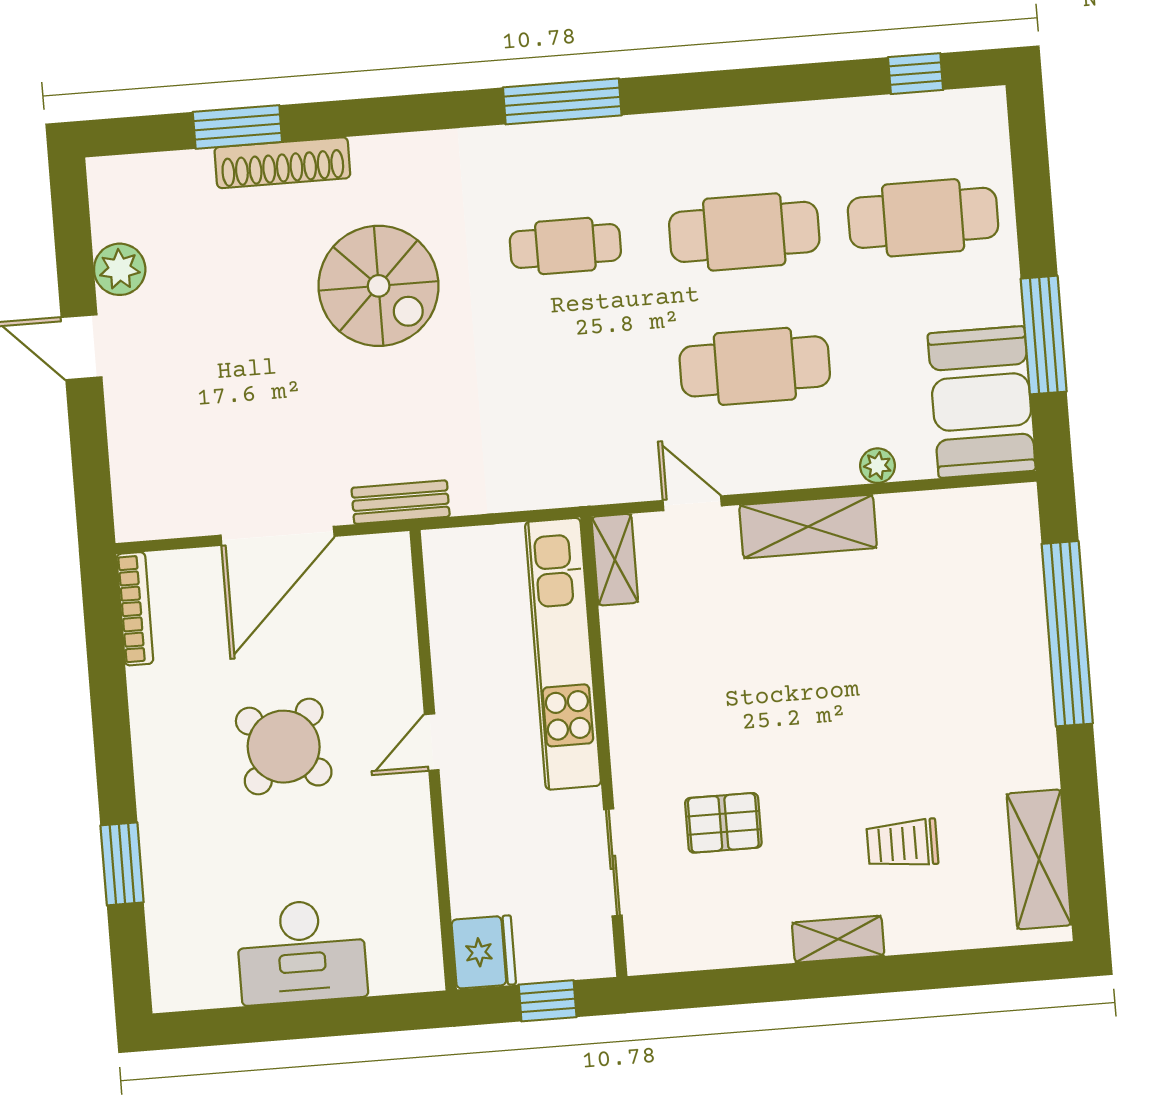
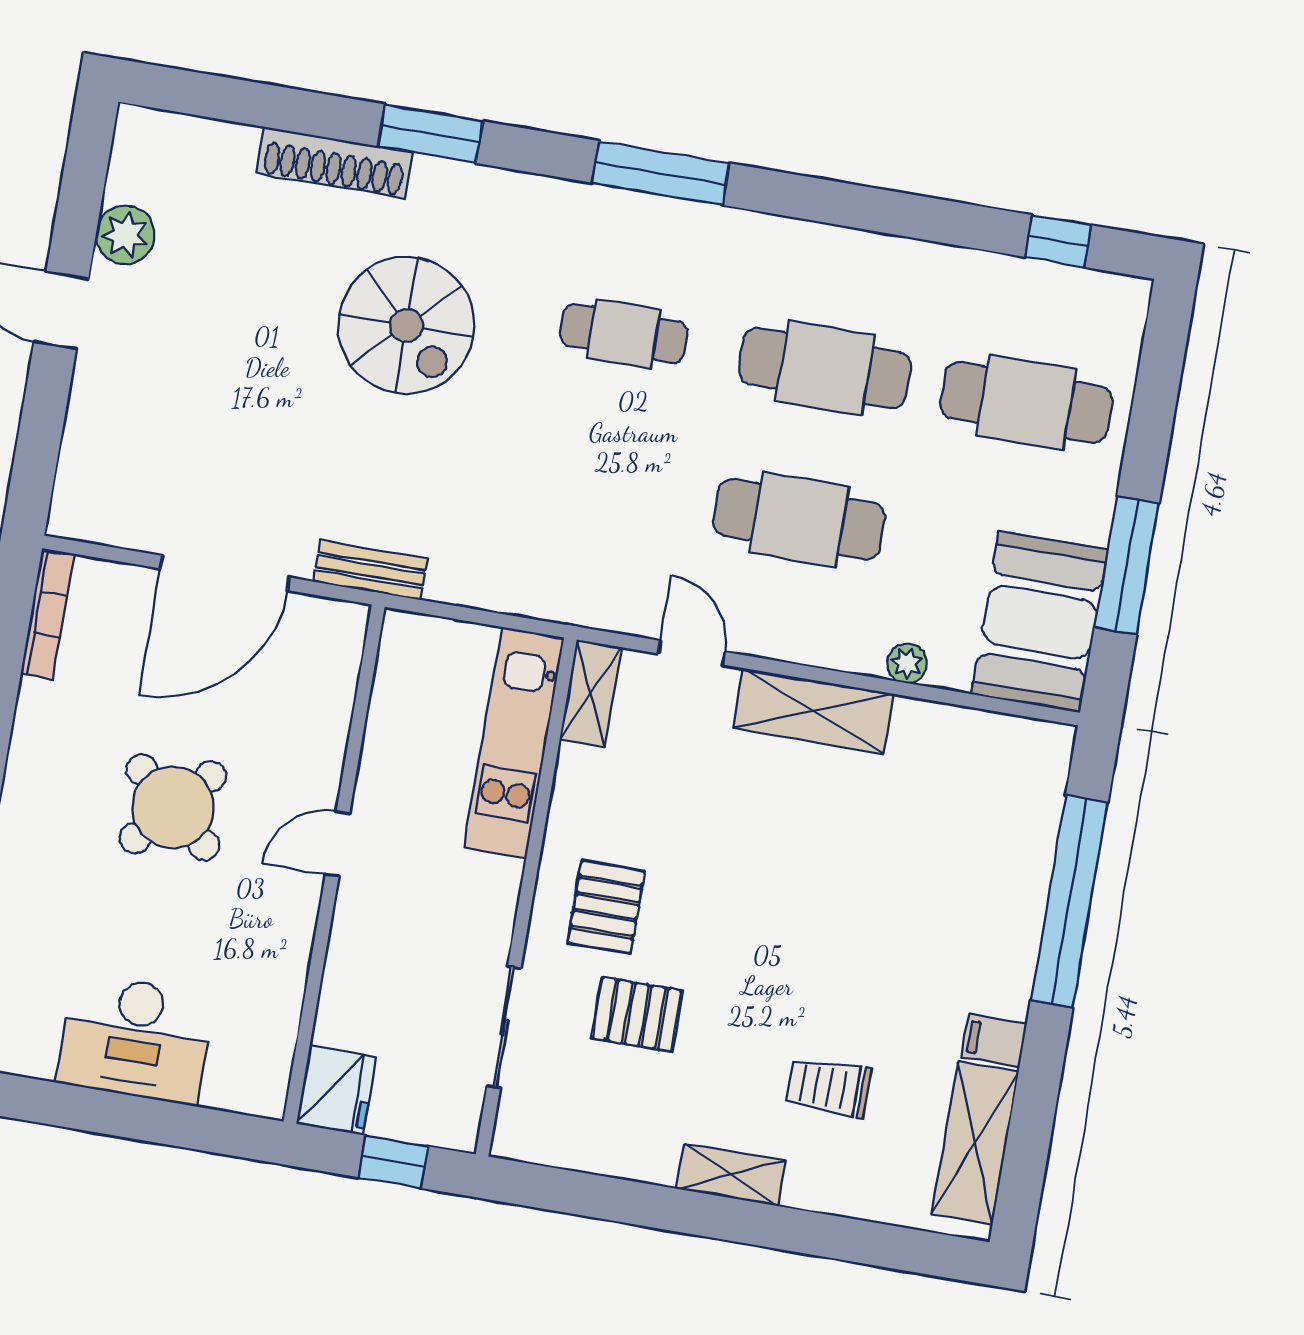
window: (237, 127) -> (430, 134), moved
kitchen unit: (563, 654) -> (514, 743), width x0.73
pallet: (674, 738) -> (606, 907), added
filing cabinet: (1033, 768) -> (994, 1041), added

